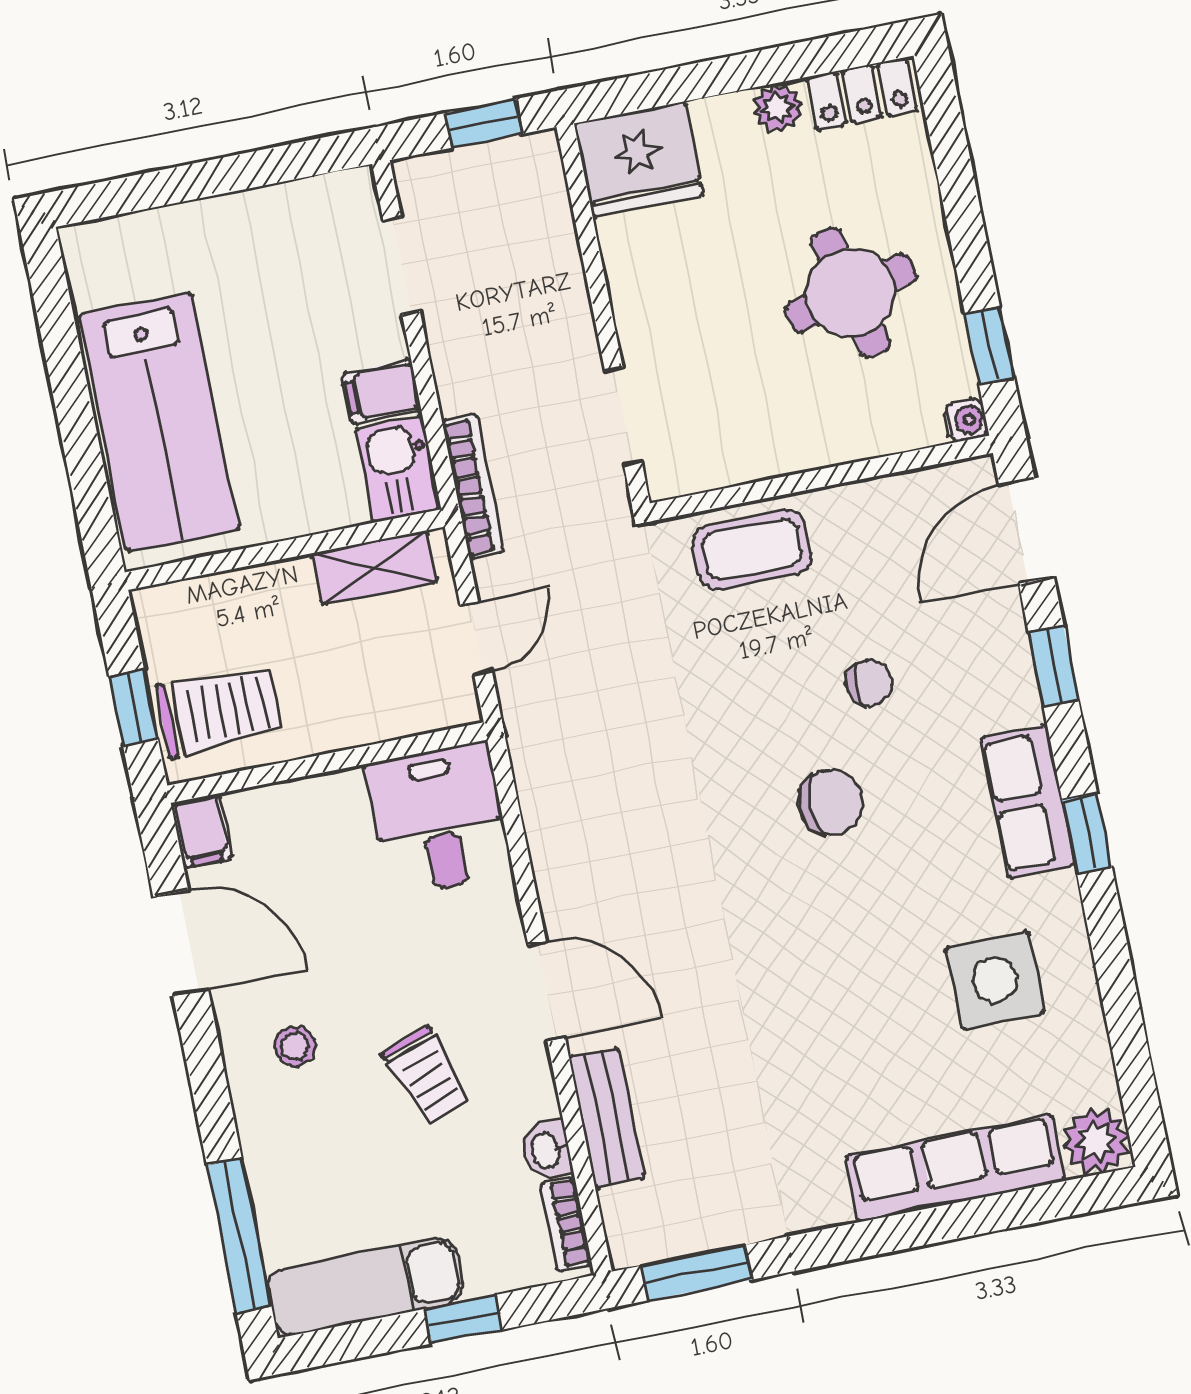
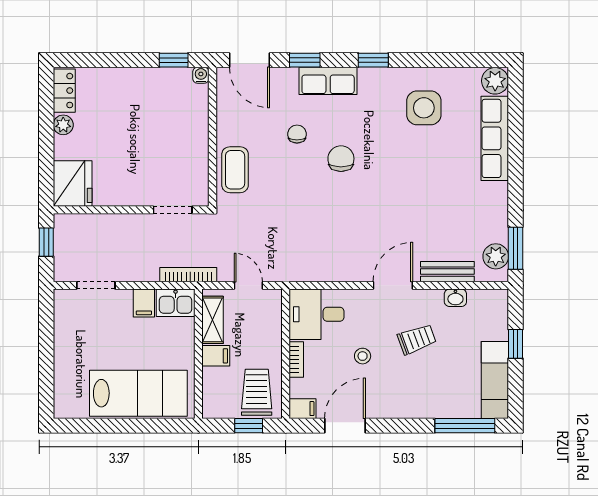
round table: (851, 293) -> (142, 111), removed
filing cabinet: (288, 593) -> (216, 356), added
row of seats: (1028, 801) -> (328, 81), moved
stool: (295, 1047) -> (363, 356), moved
bookcase: (566, 1224) -> (296, 359), moved, turned -90
plant: (668, 1228) -> (496, 256), added

